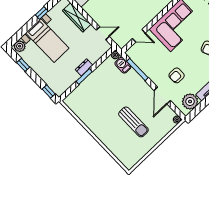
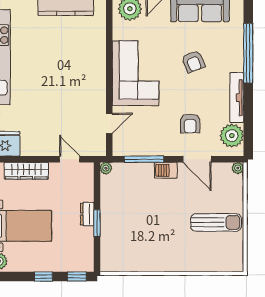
door: (103, 33) -> (70, 159), hinge flipped
window: (23, 65) -> (43, 276), moved
barbecue: (123, 65) -> (166, 170), moved
sun lounger: (133, 122) -> (216, 222), moved

